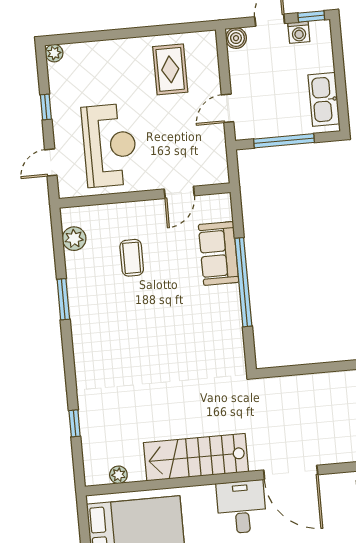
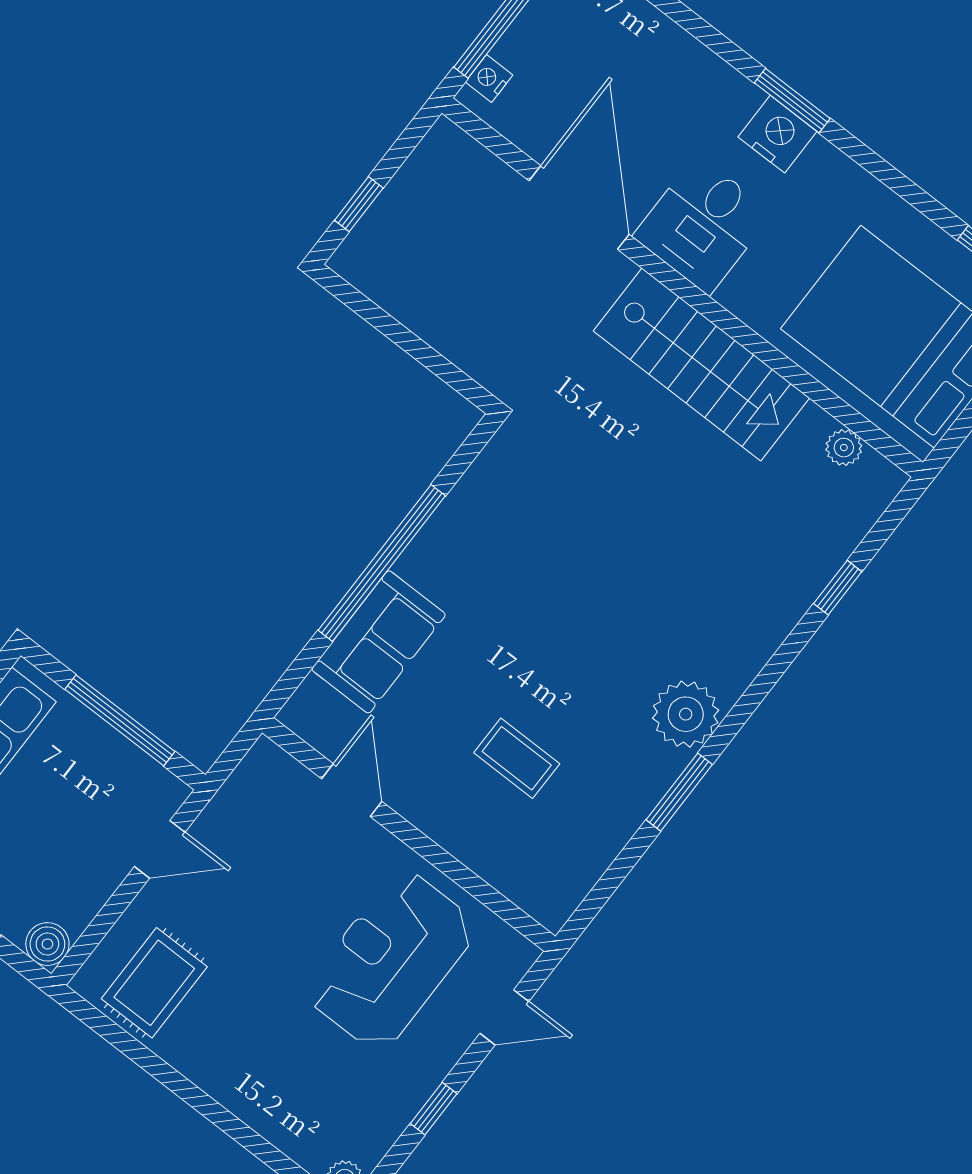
rug: (170, 69) -> (154, 983), moved
door: (179, 192) -> (352, 790), hinge flipped
plant: (74, 239) -> (686, 714), moved, width x1.36, depth x1.36
coffee table: (132, 258) -> (517, 758), turned 90

